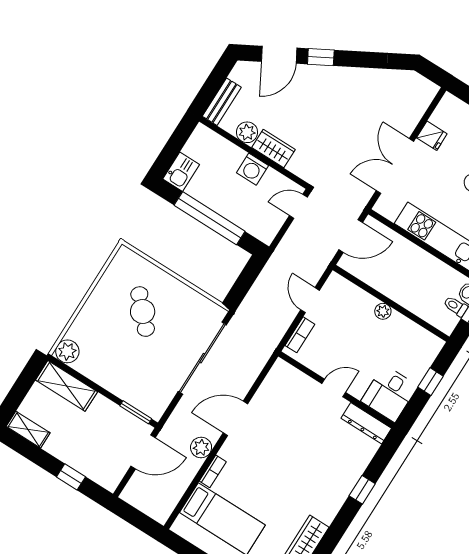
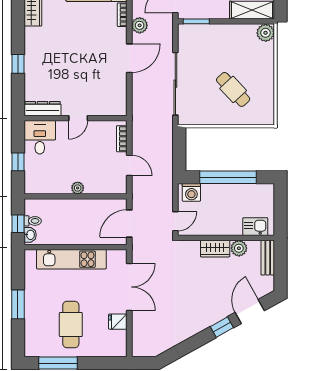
washing machine: (252, 169) -> (191, 192), moved, turned 180
kitchen sink: (181, 172) -> (255, 227), moved, turned 90

